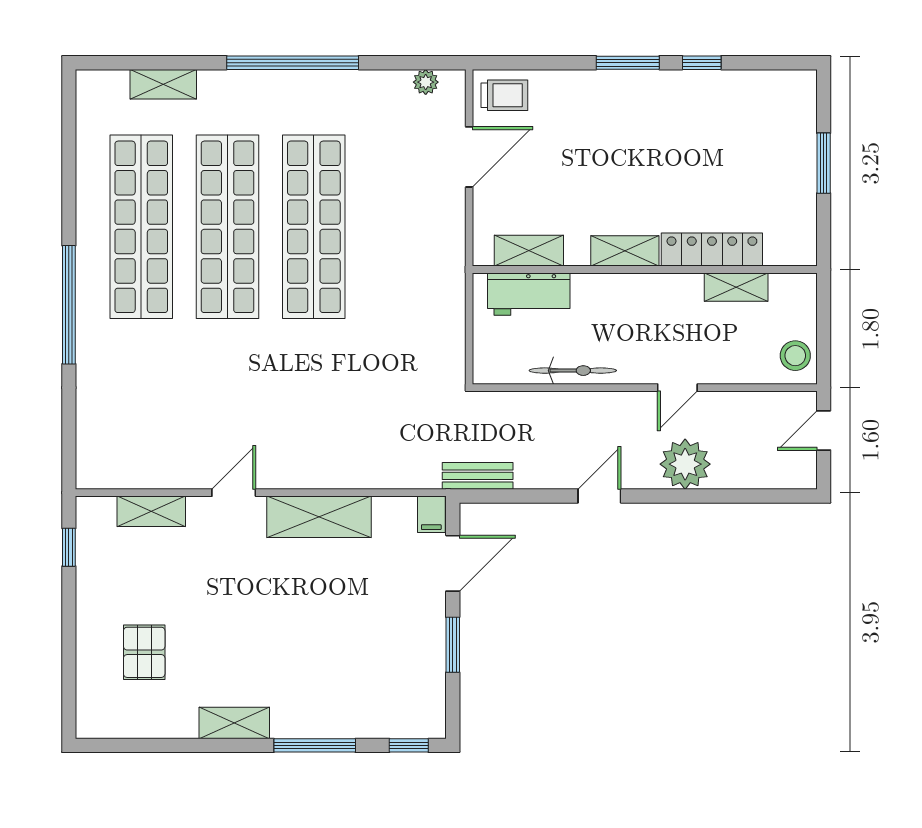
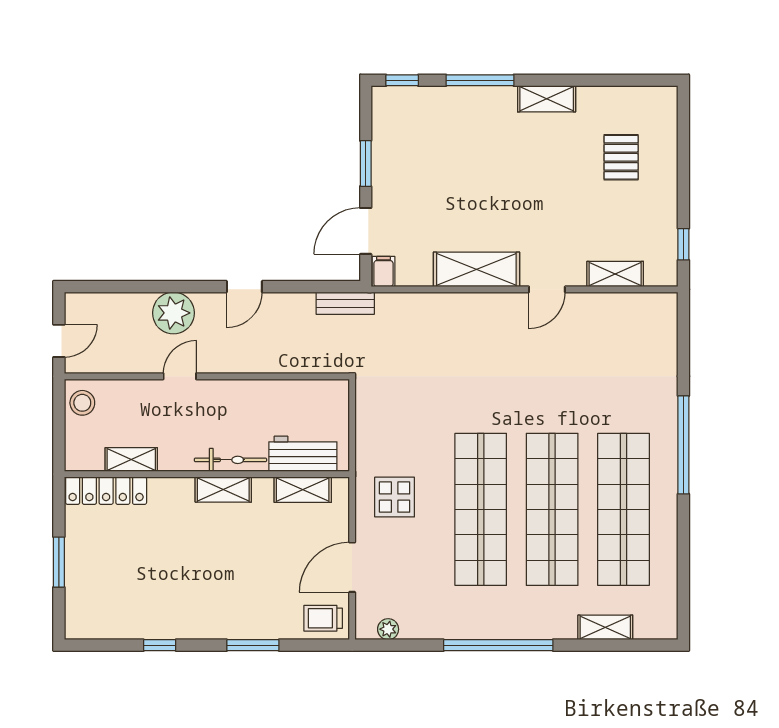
window: (628, 63) -> (253, 645), moved
display table: (418, 242) -> (395, 497), added
locker: (712, 249) -> (106, 491), moved
bicycle: (573, 371) -> (230, 460), moved, turned 180

